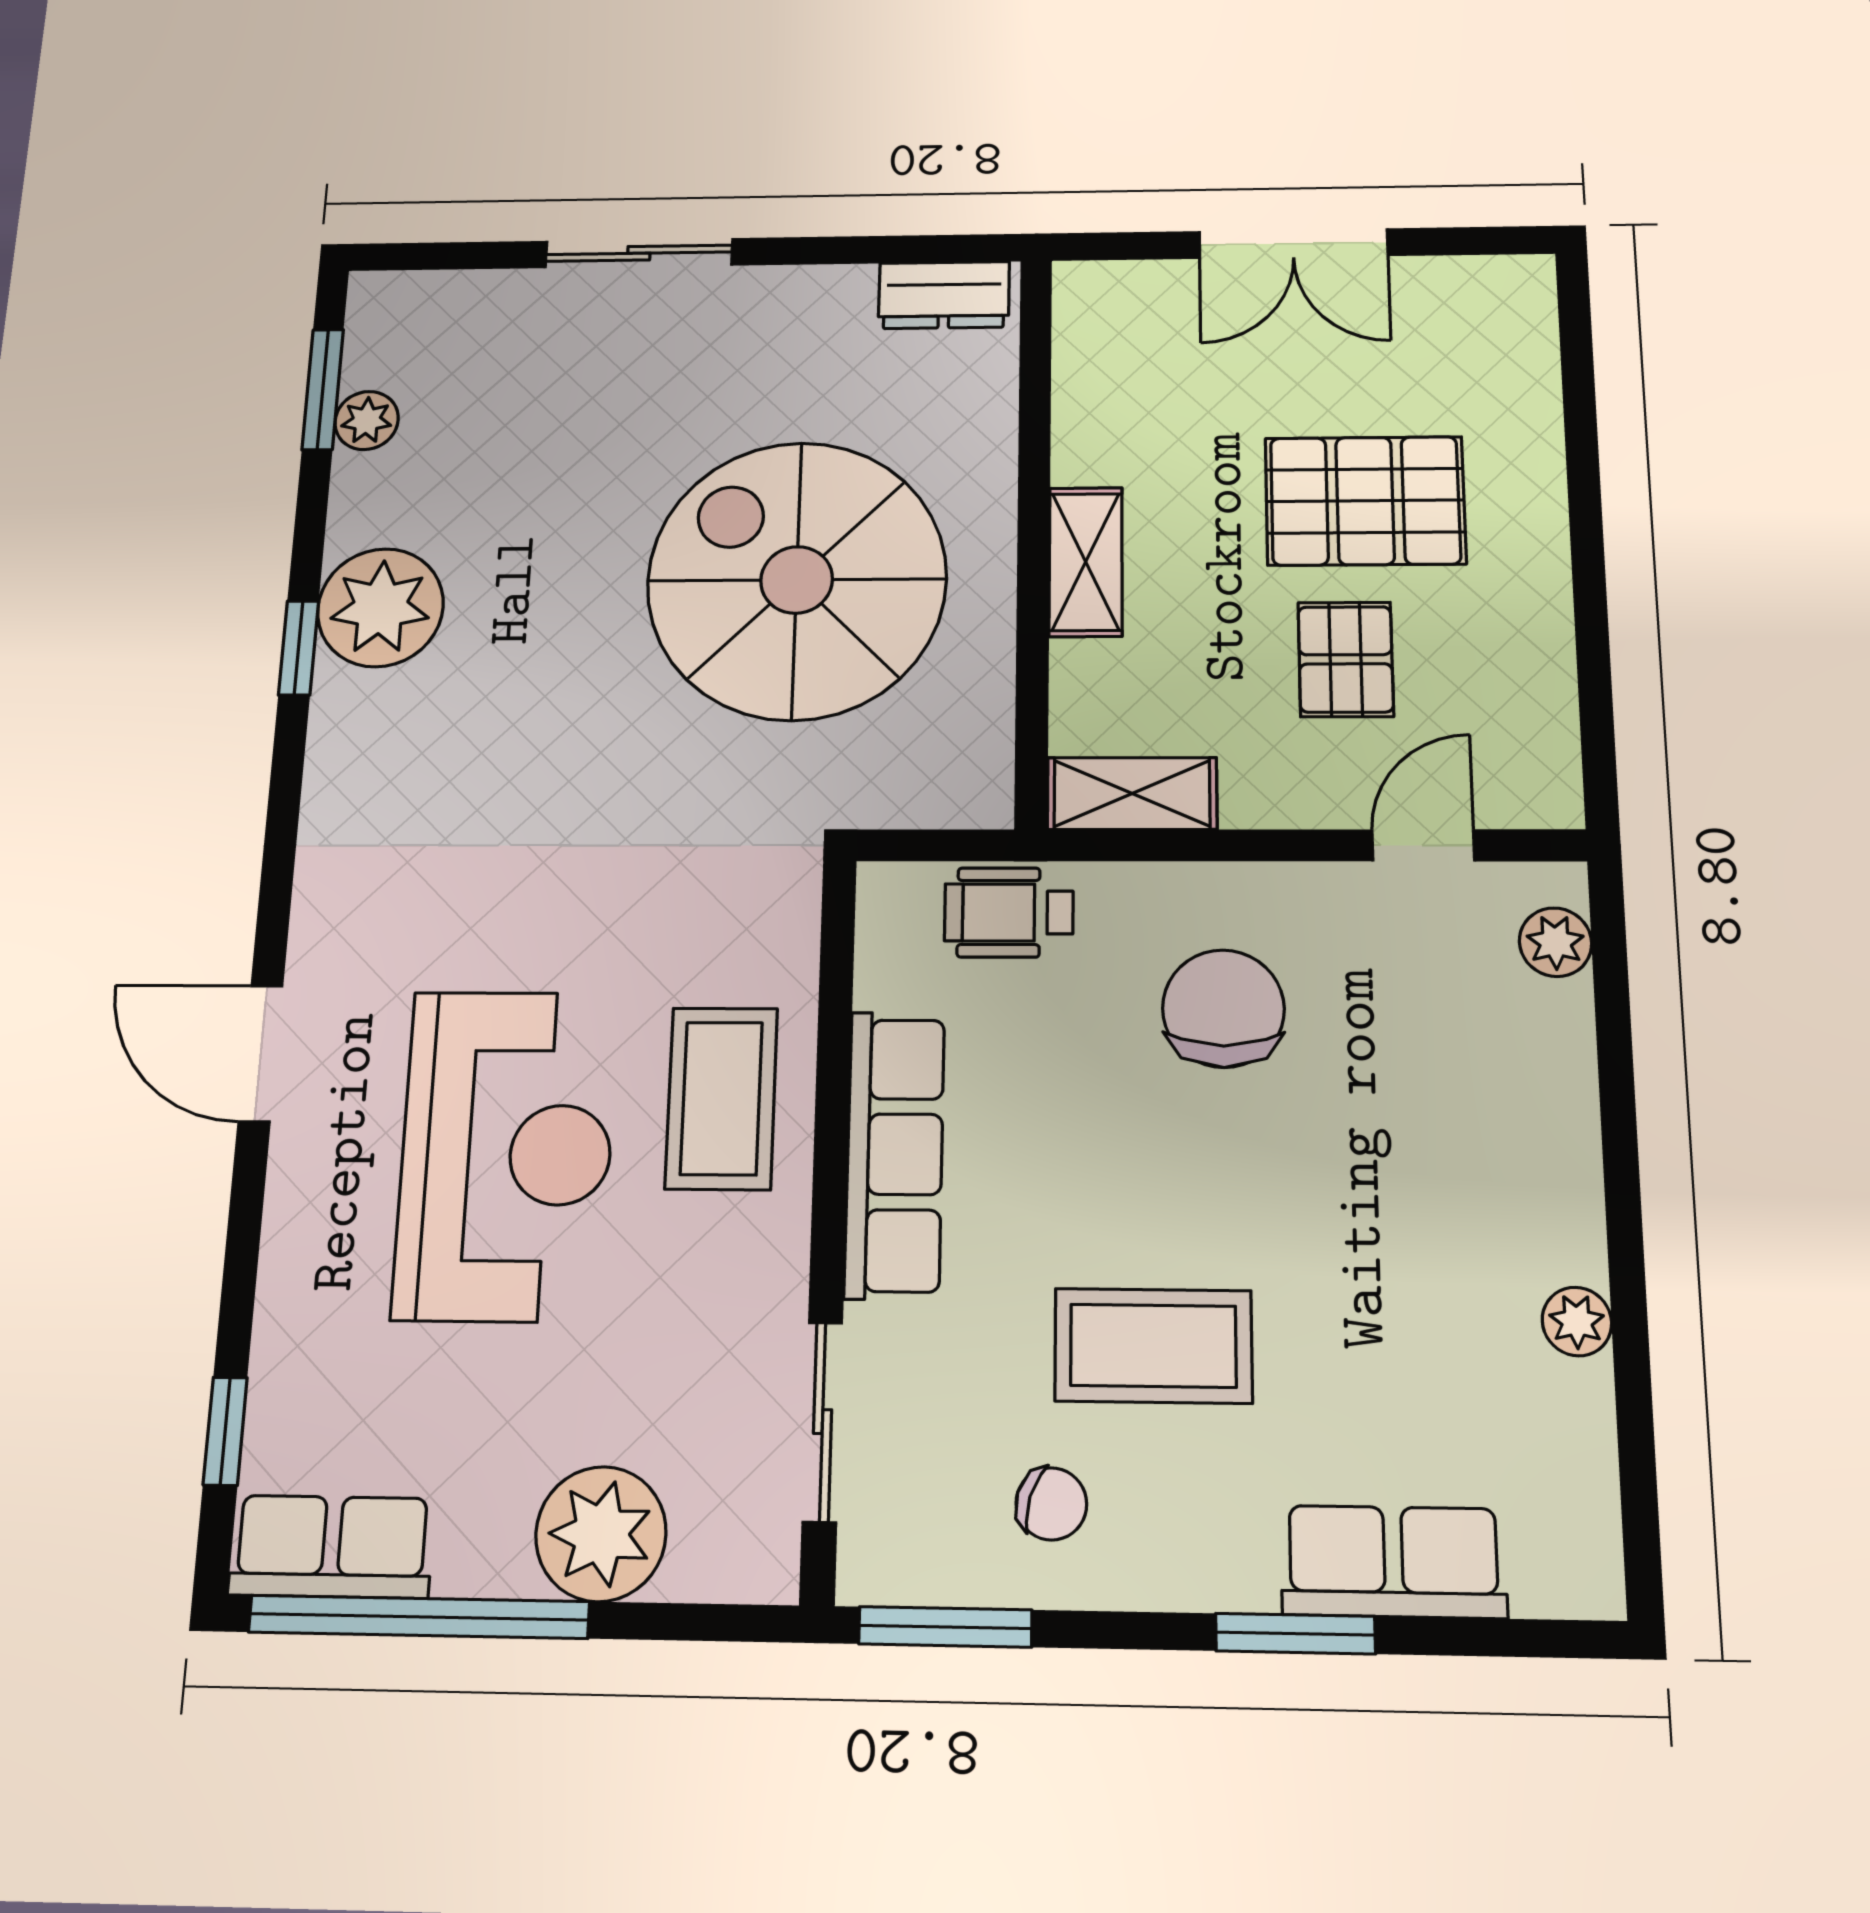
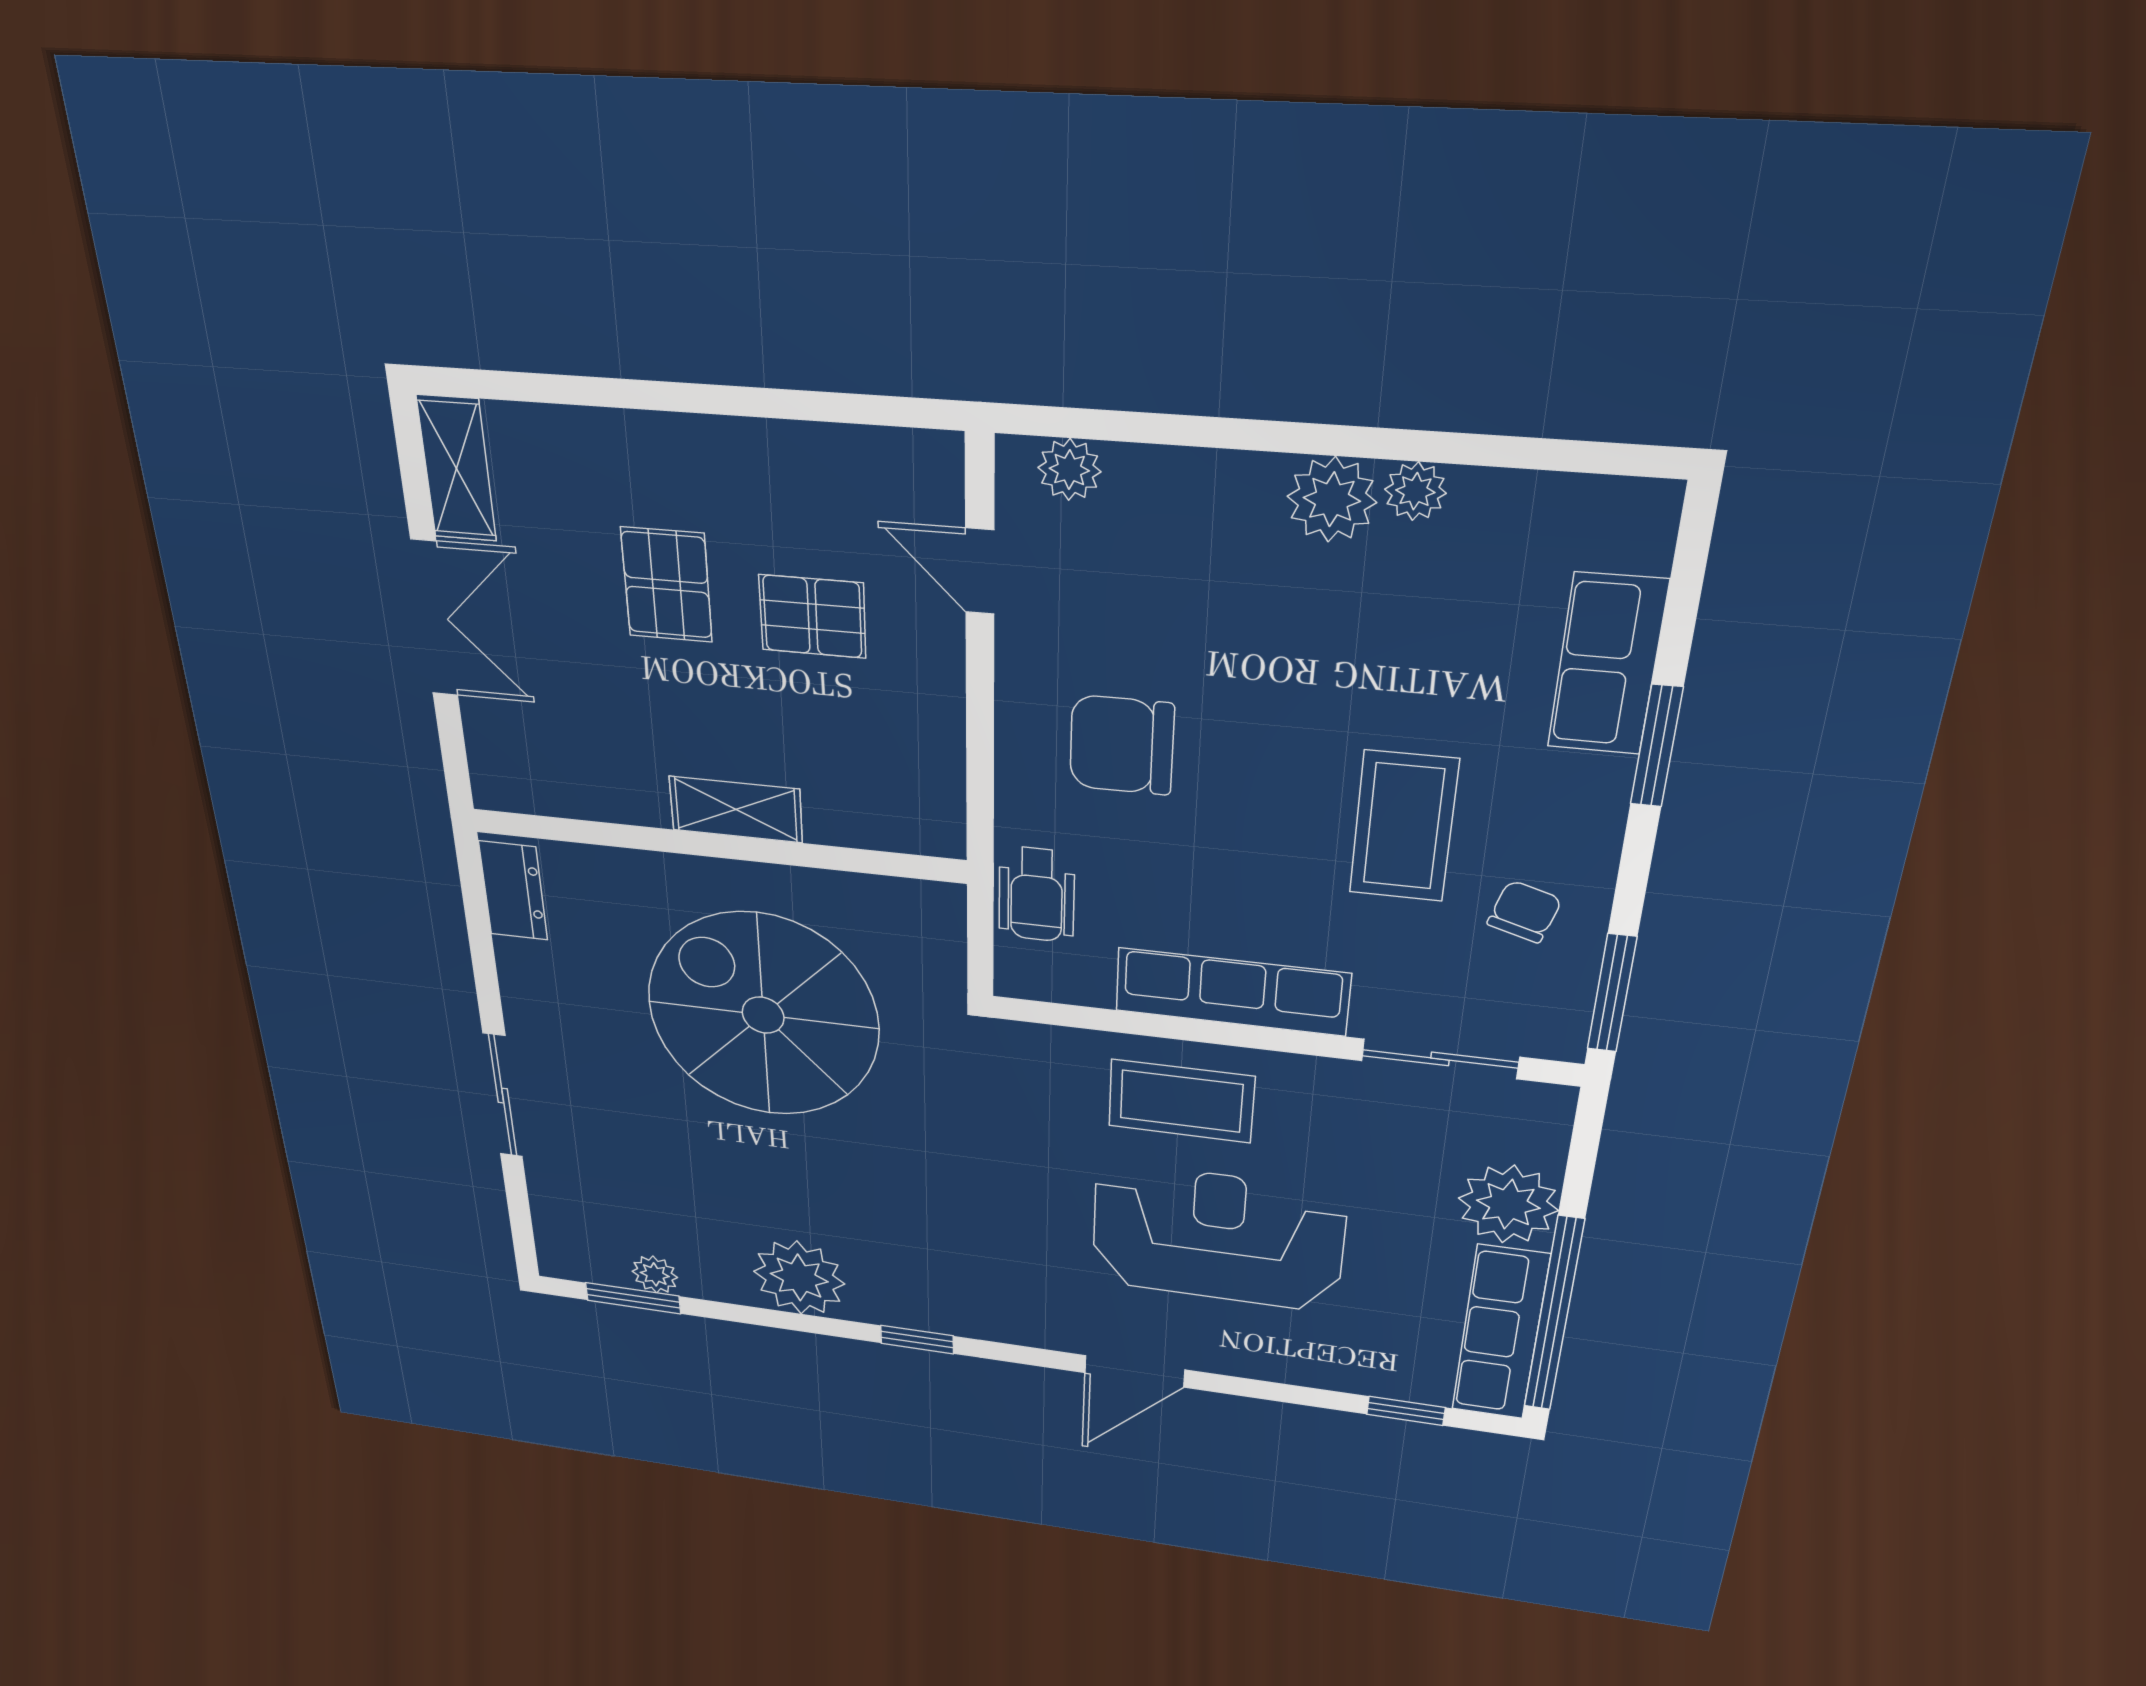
pallet: (1365, 501) -> (667, 585), width x0.67, depth x0.71
spiral stairs: (797, 580) -> (763, 1015), turned 90
window: (299, 648) -> (917, 1340), moved
shelving: (1132, 793) -> (457, 469), moved
plant: (1556, 1230) -> (1332, 499), added
row of seats: (331, 1547) -> (1500, 1333), width x1.48

